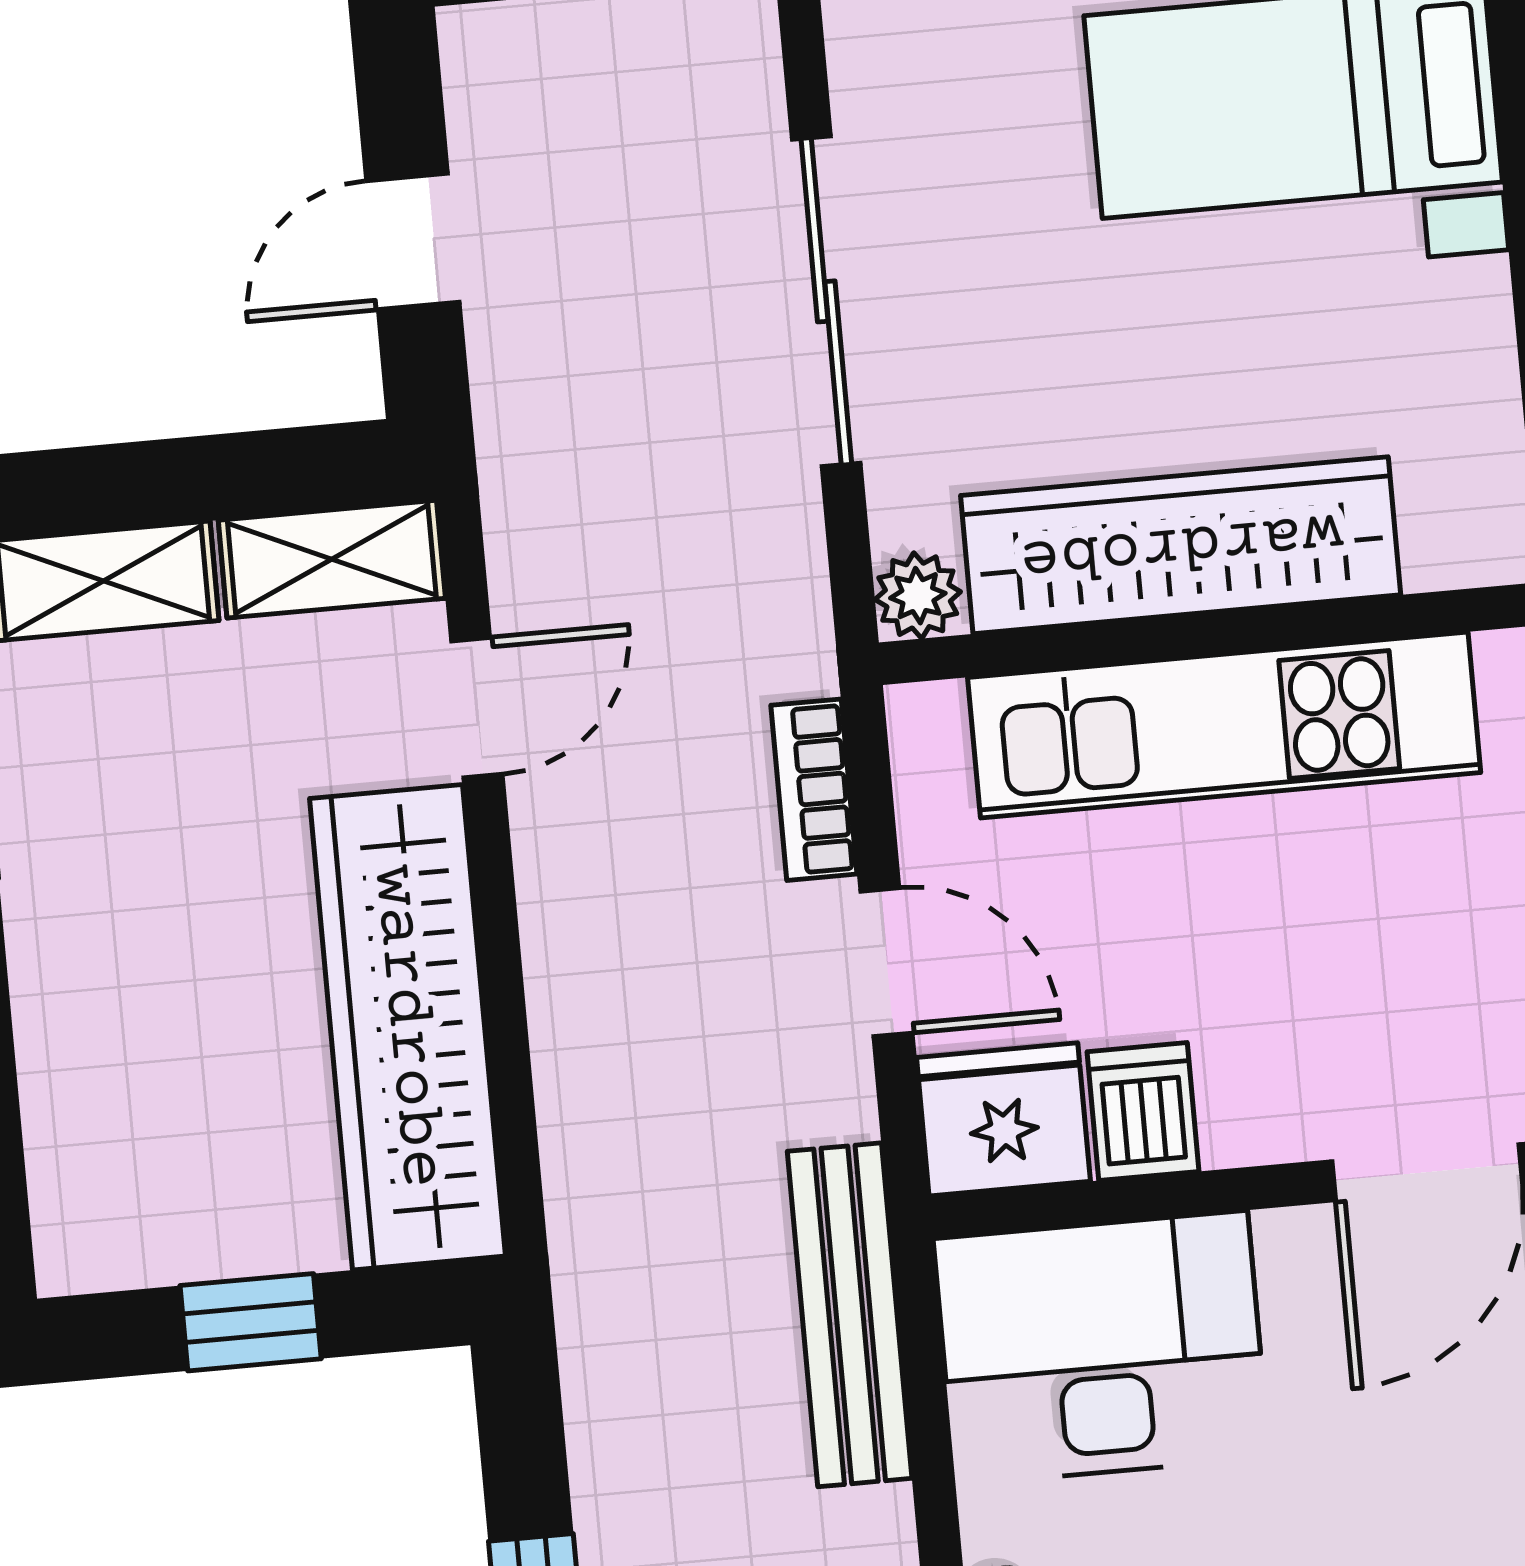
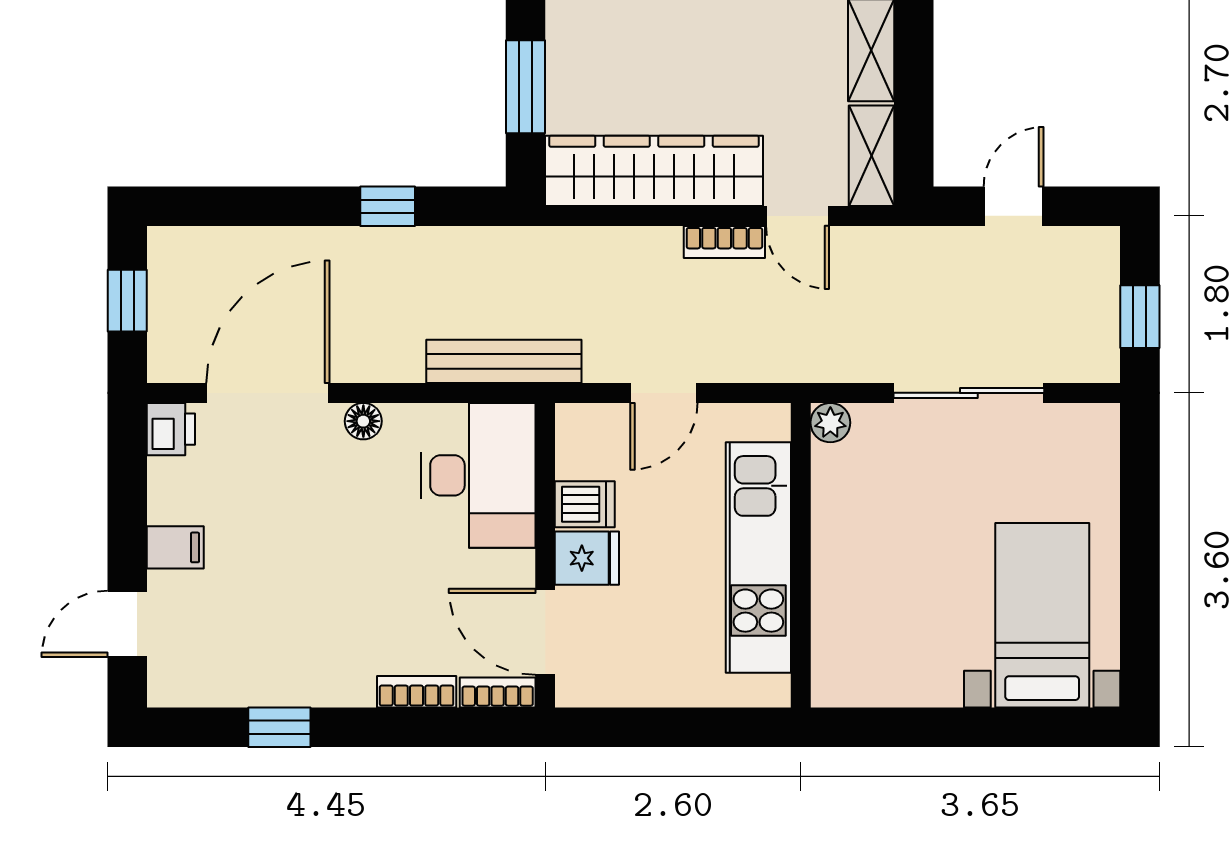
door: (413, 242) -> (1014, 206), hinge flipped
wardrobe: (1181, 545) -> (843, 545), removed
bookcase: (814, 790) -> (724, 242), moved, turned 180
fridge: (1003, 1119) -> (587, 558), moved, width x0.72
window: (251, 1322) -> (525, 87), width x1.50

